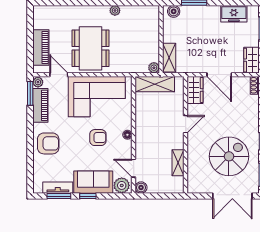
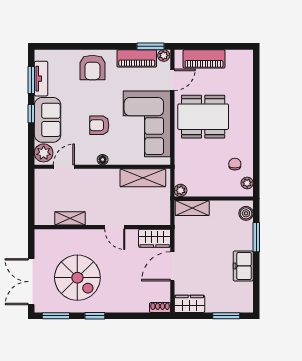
plant: (115, 10) -> (247, 183), moved
freezer: (234, 14) -> (243, 266), moved
chair: (131, 21) -> (235, 164), added
shelving: (155, 84) -> (143, 178), moved, turned 90
armchair: (98, 138) -> (99, 125), turned 90
boiler: (141, 187) -> (41, 175), removed

